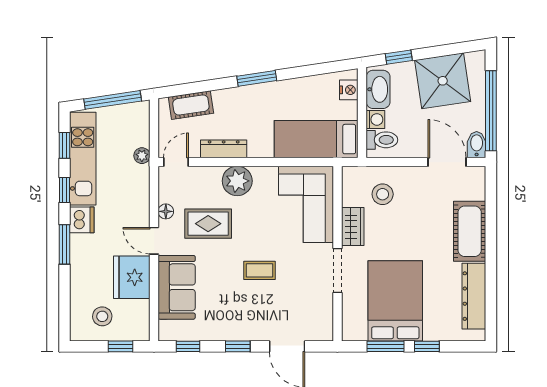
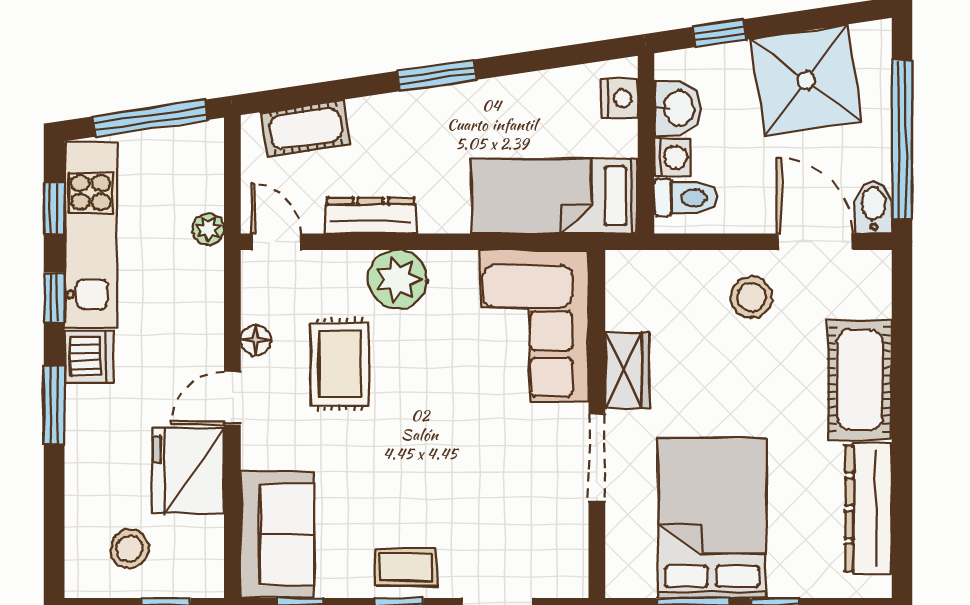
washbasin: (378, 89) -> (678, 108), width x0.72
door: (176, 162) -> (276, 242), hinge flipped
stool: (383, 194) -> (751, 297), moved
rug: (208, 224) -> (340, 364), turned 90
door: (154, 241) -> (232, 398), hinge flipped
coffee table: (260, 270) -> (406, 567), moved
sofa: (177, 287) -> (277, 534), moved

